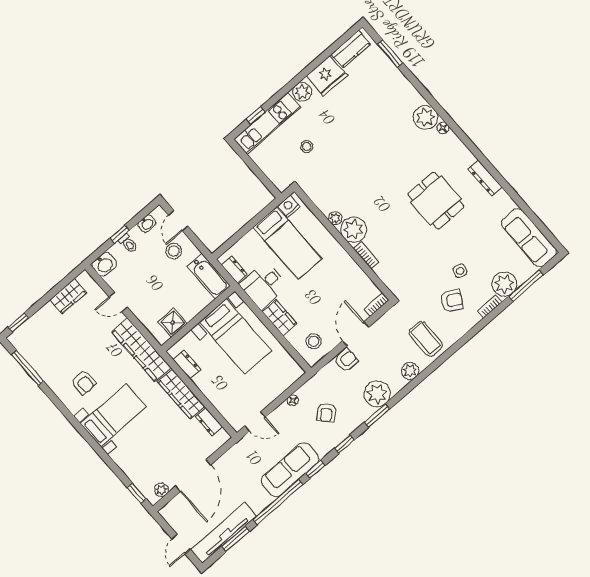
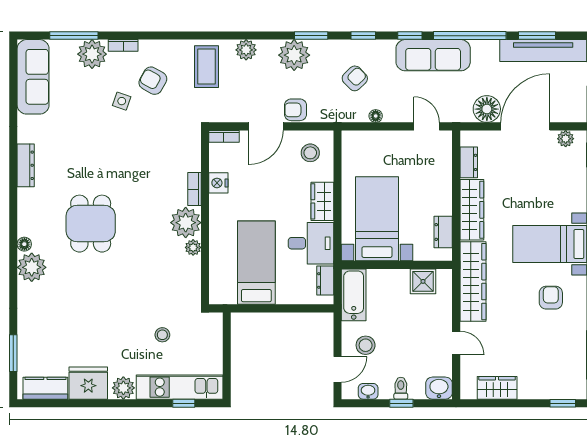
dining table: (436, 201) -> (91, 224), moved
nightstand: (289, 206) -> (218, 183), moved, turned 90
floor lamp: (227, 465) -> (487, 109), added

